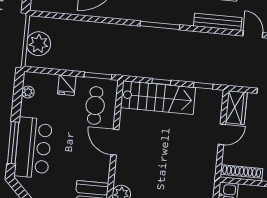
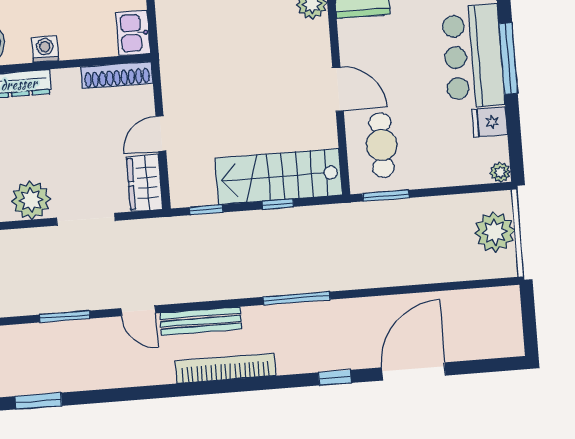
fridge: (67, 85) -> (490, 122), moved, turned -90
plant: (28, 92) -> (500, 172), moved

